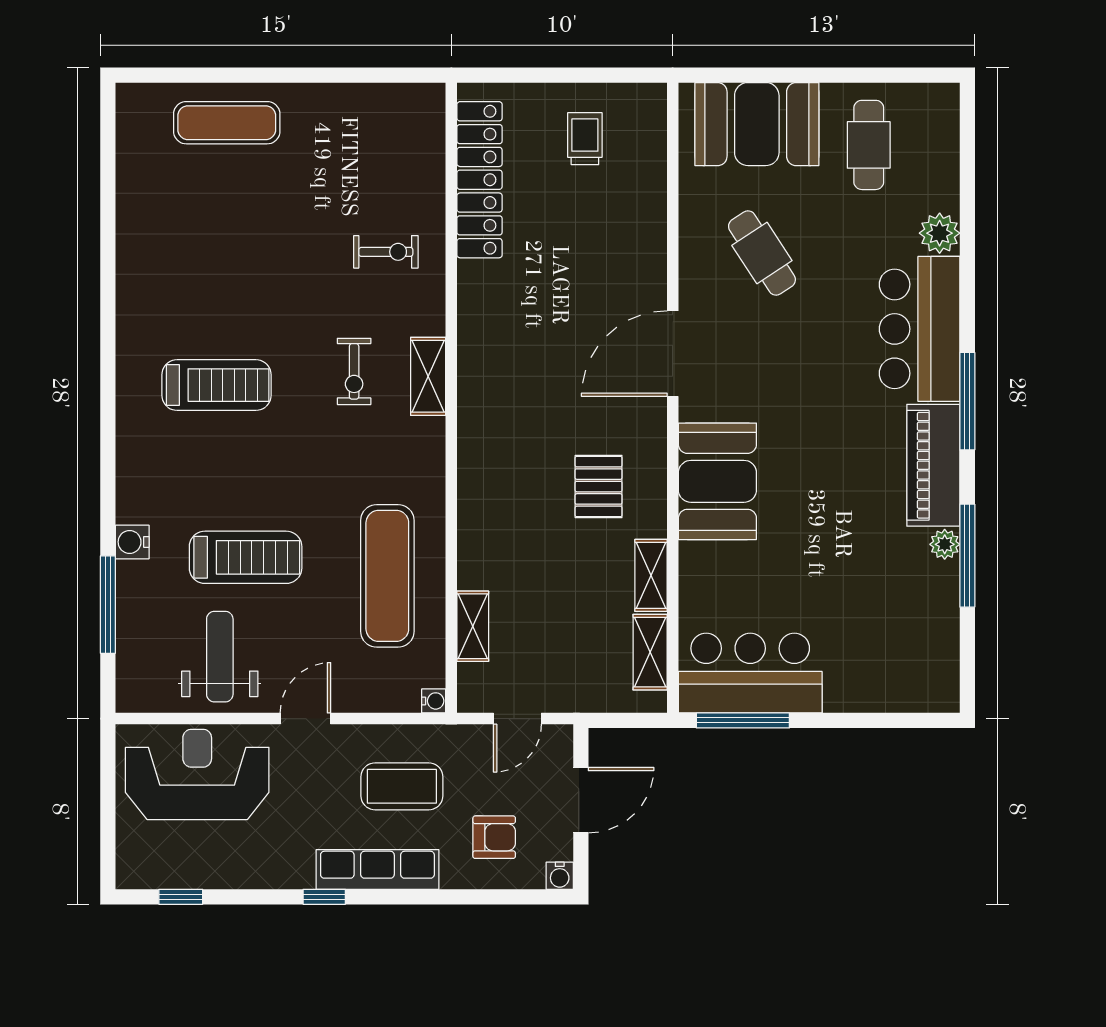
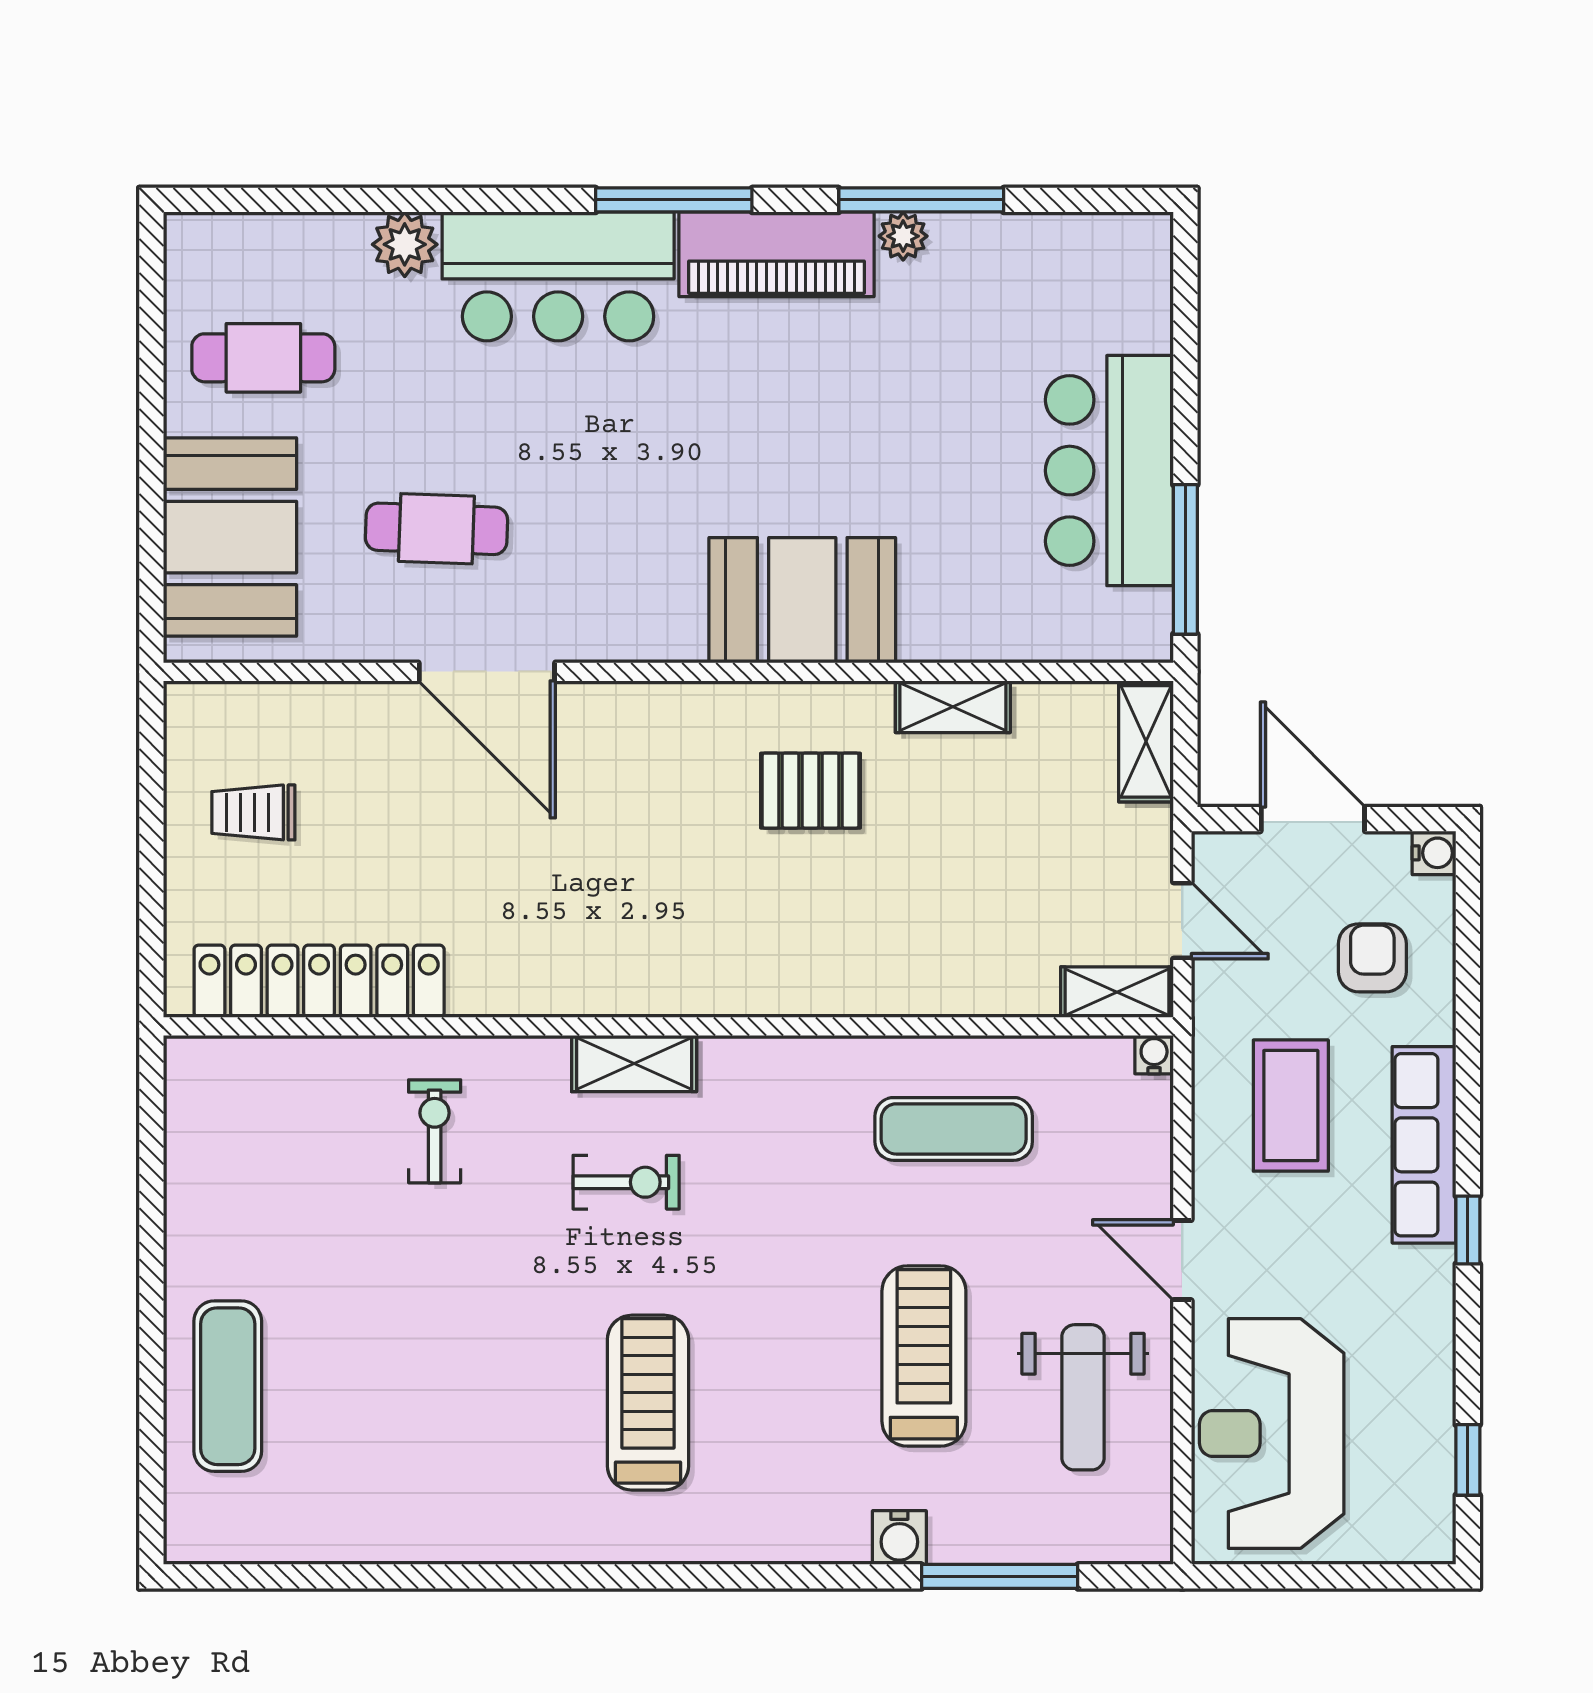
cafe table: (762, 253) -> (436, 529), turned 35
door: (673, 354) -> (487, 672), moved
exercise mat: (387, 576) -> (954, 1129), width x0.73, depth x0.69
shelving: (473, 626) -> (1117, 992), moved
shelving: (650, 652) -> (1146, 741), moved, turned 90
weight bench: (220, 657) -> (1083, 1397), turned -90
bar counter: (750, 673) -> (1109, 471), moved

